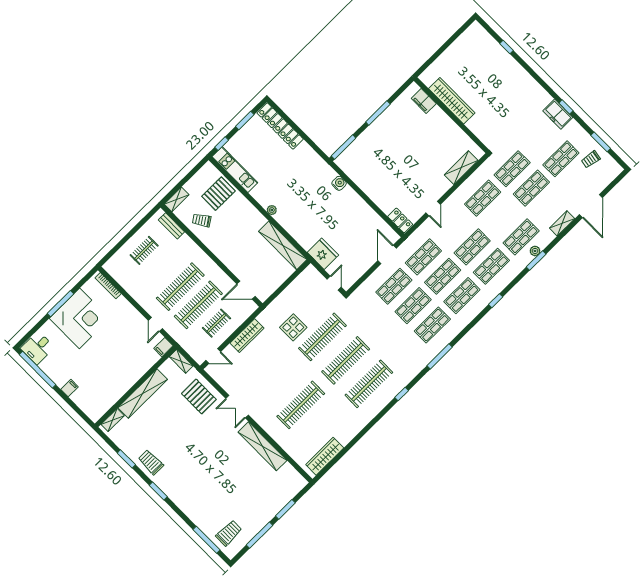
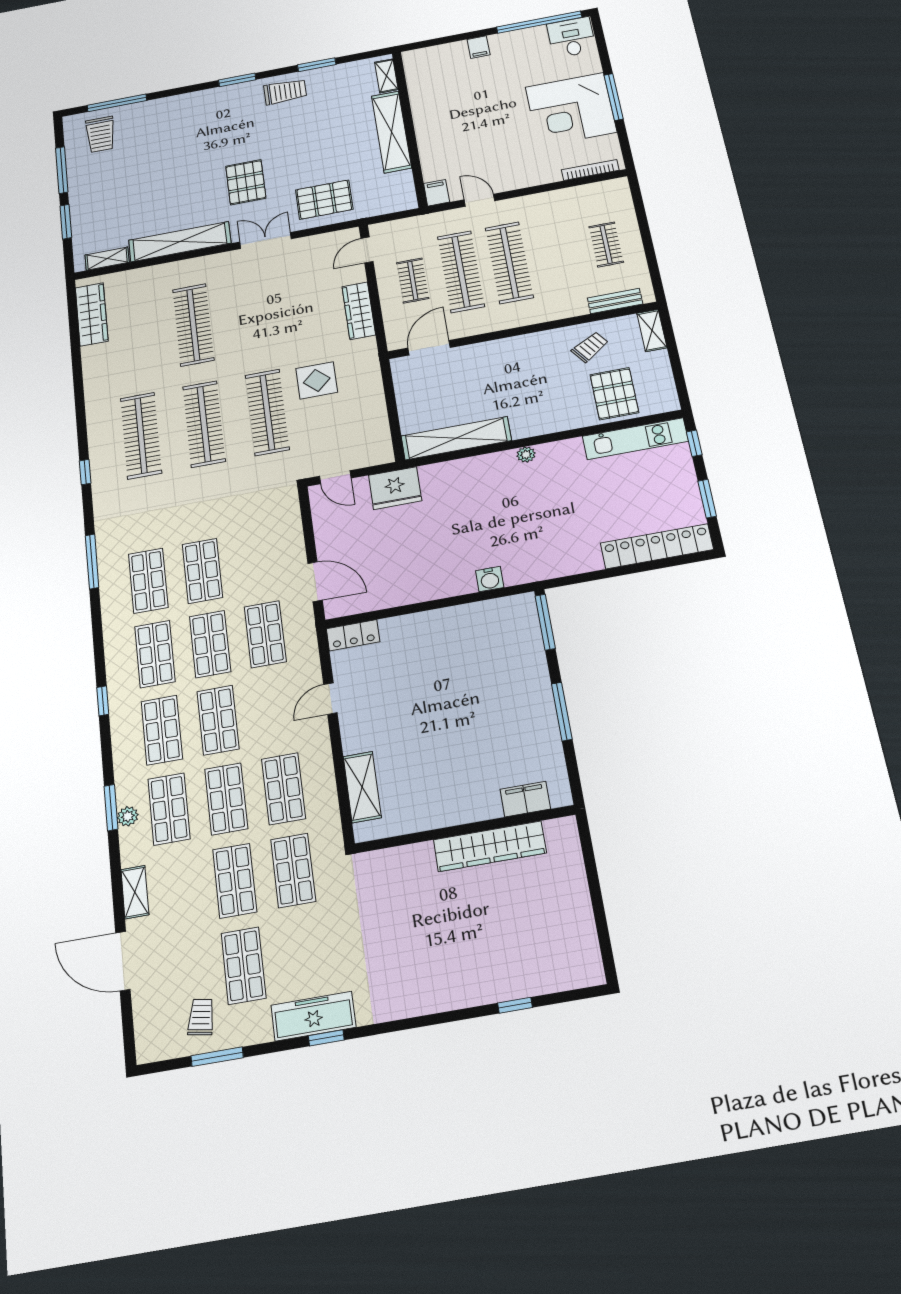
freezer: (558, 114) -> (313, 1016), width x1.40
door: (433, 209) -> (330, 699), hinge flipped
shop shelf: (394, 286) -> (226, 799), moved
shelving: (181, 361) -> (107, 259), moved
pallet: (212, 441) -> (246, 182), added

